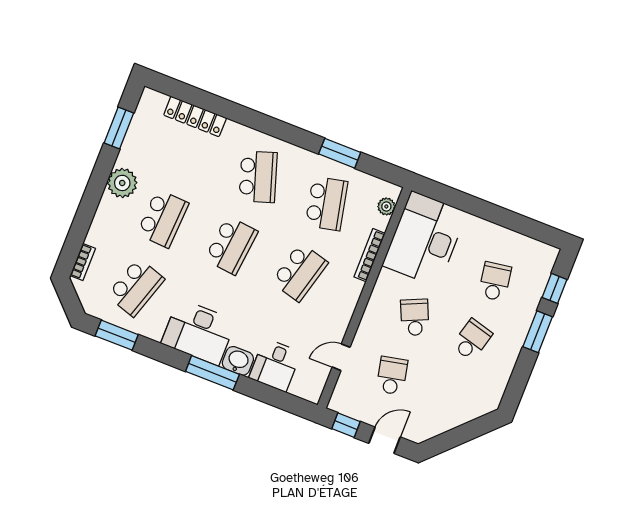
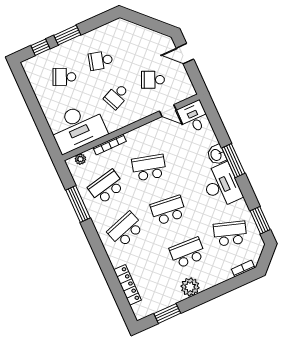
window: (340, 153) -> (78, 204), width x1.44
school desk: (495, 281) -> (64, 77), turned 33
desk: (275, 365) -> (194, 117), moved, turned -90
school desk: (392, 376) -> (153, 80), turned 36
window: (346, 425) -> (196, 78), removed

